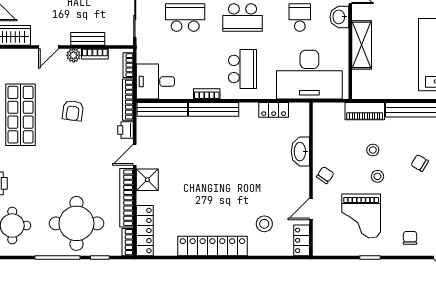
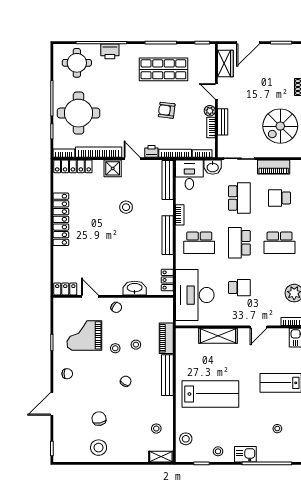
washbasin: (339, 17) -> (213, 167), moved, turned 180
bench: (214, 109) -> (168, 235), moved
locker: (274, 110) -> (167, 280), moved
stool: (264, 224) -> (126, 207), moved

